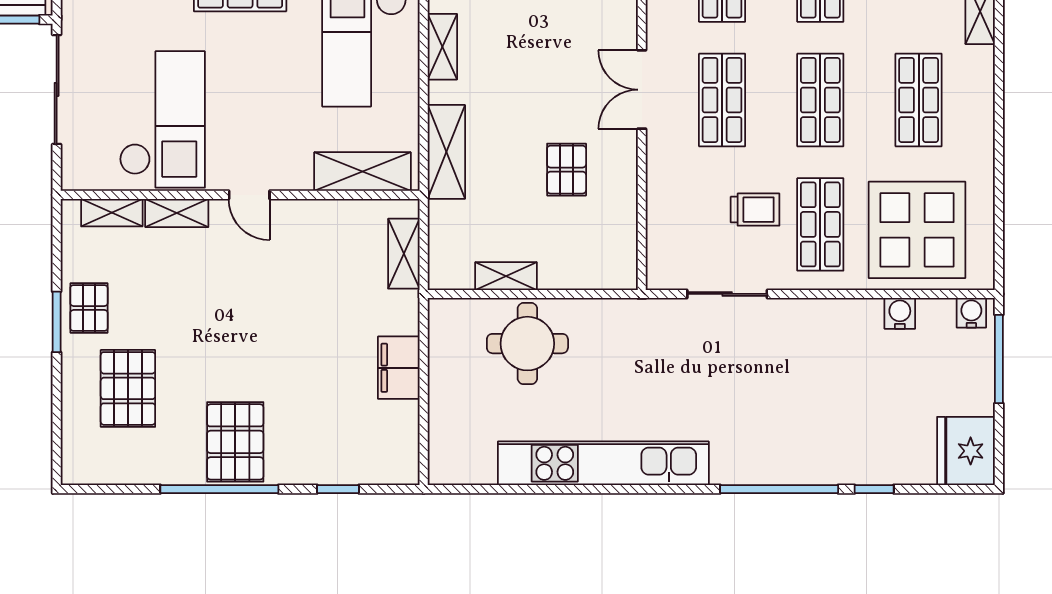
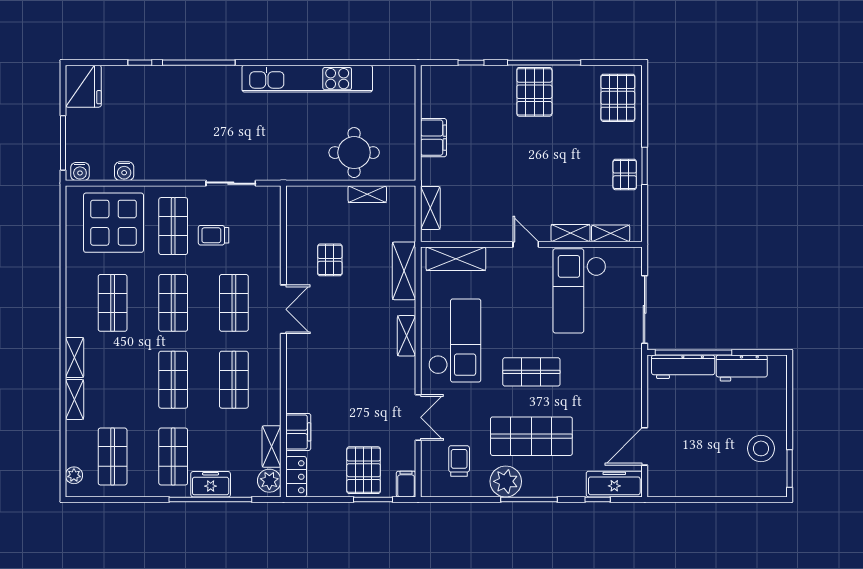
pallet: (128, 388) -> (618, 98), moved

